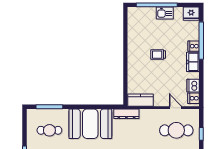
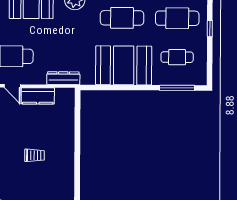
kitchen counter: (140, 100) -> (38, 96), moved
dresser: (126, 114) -> (63, 78), moved

